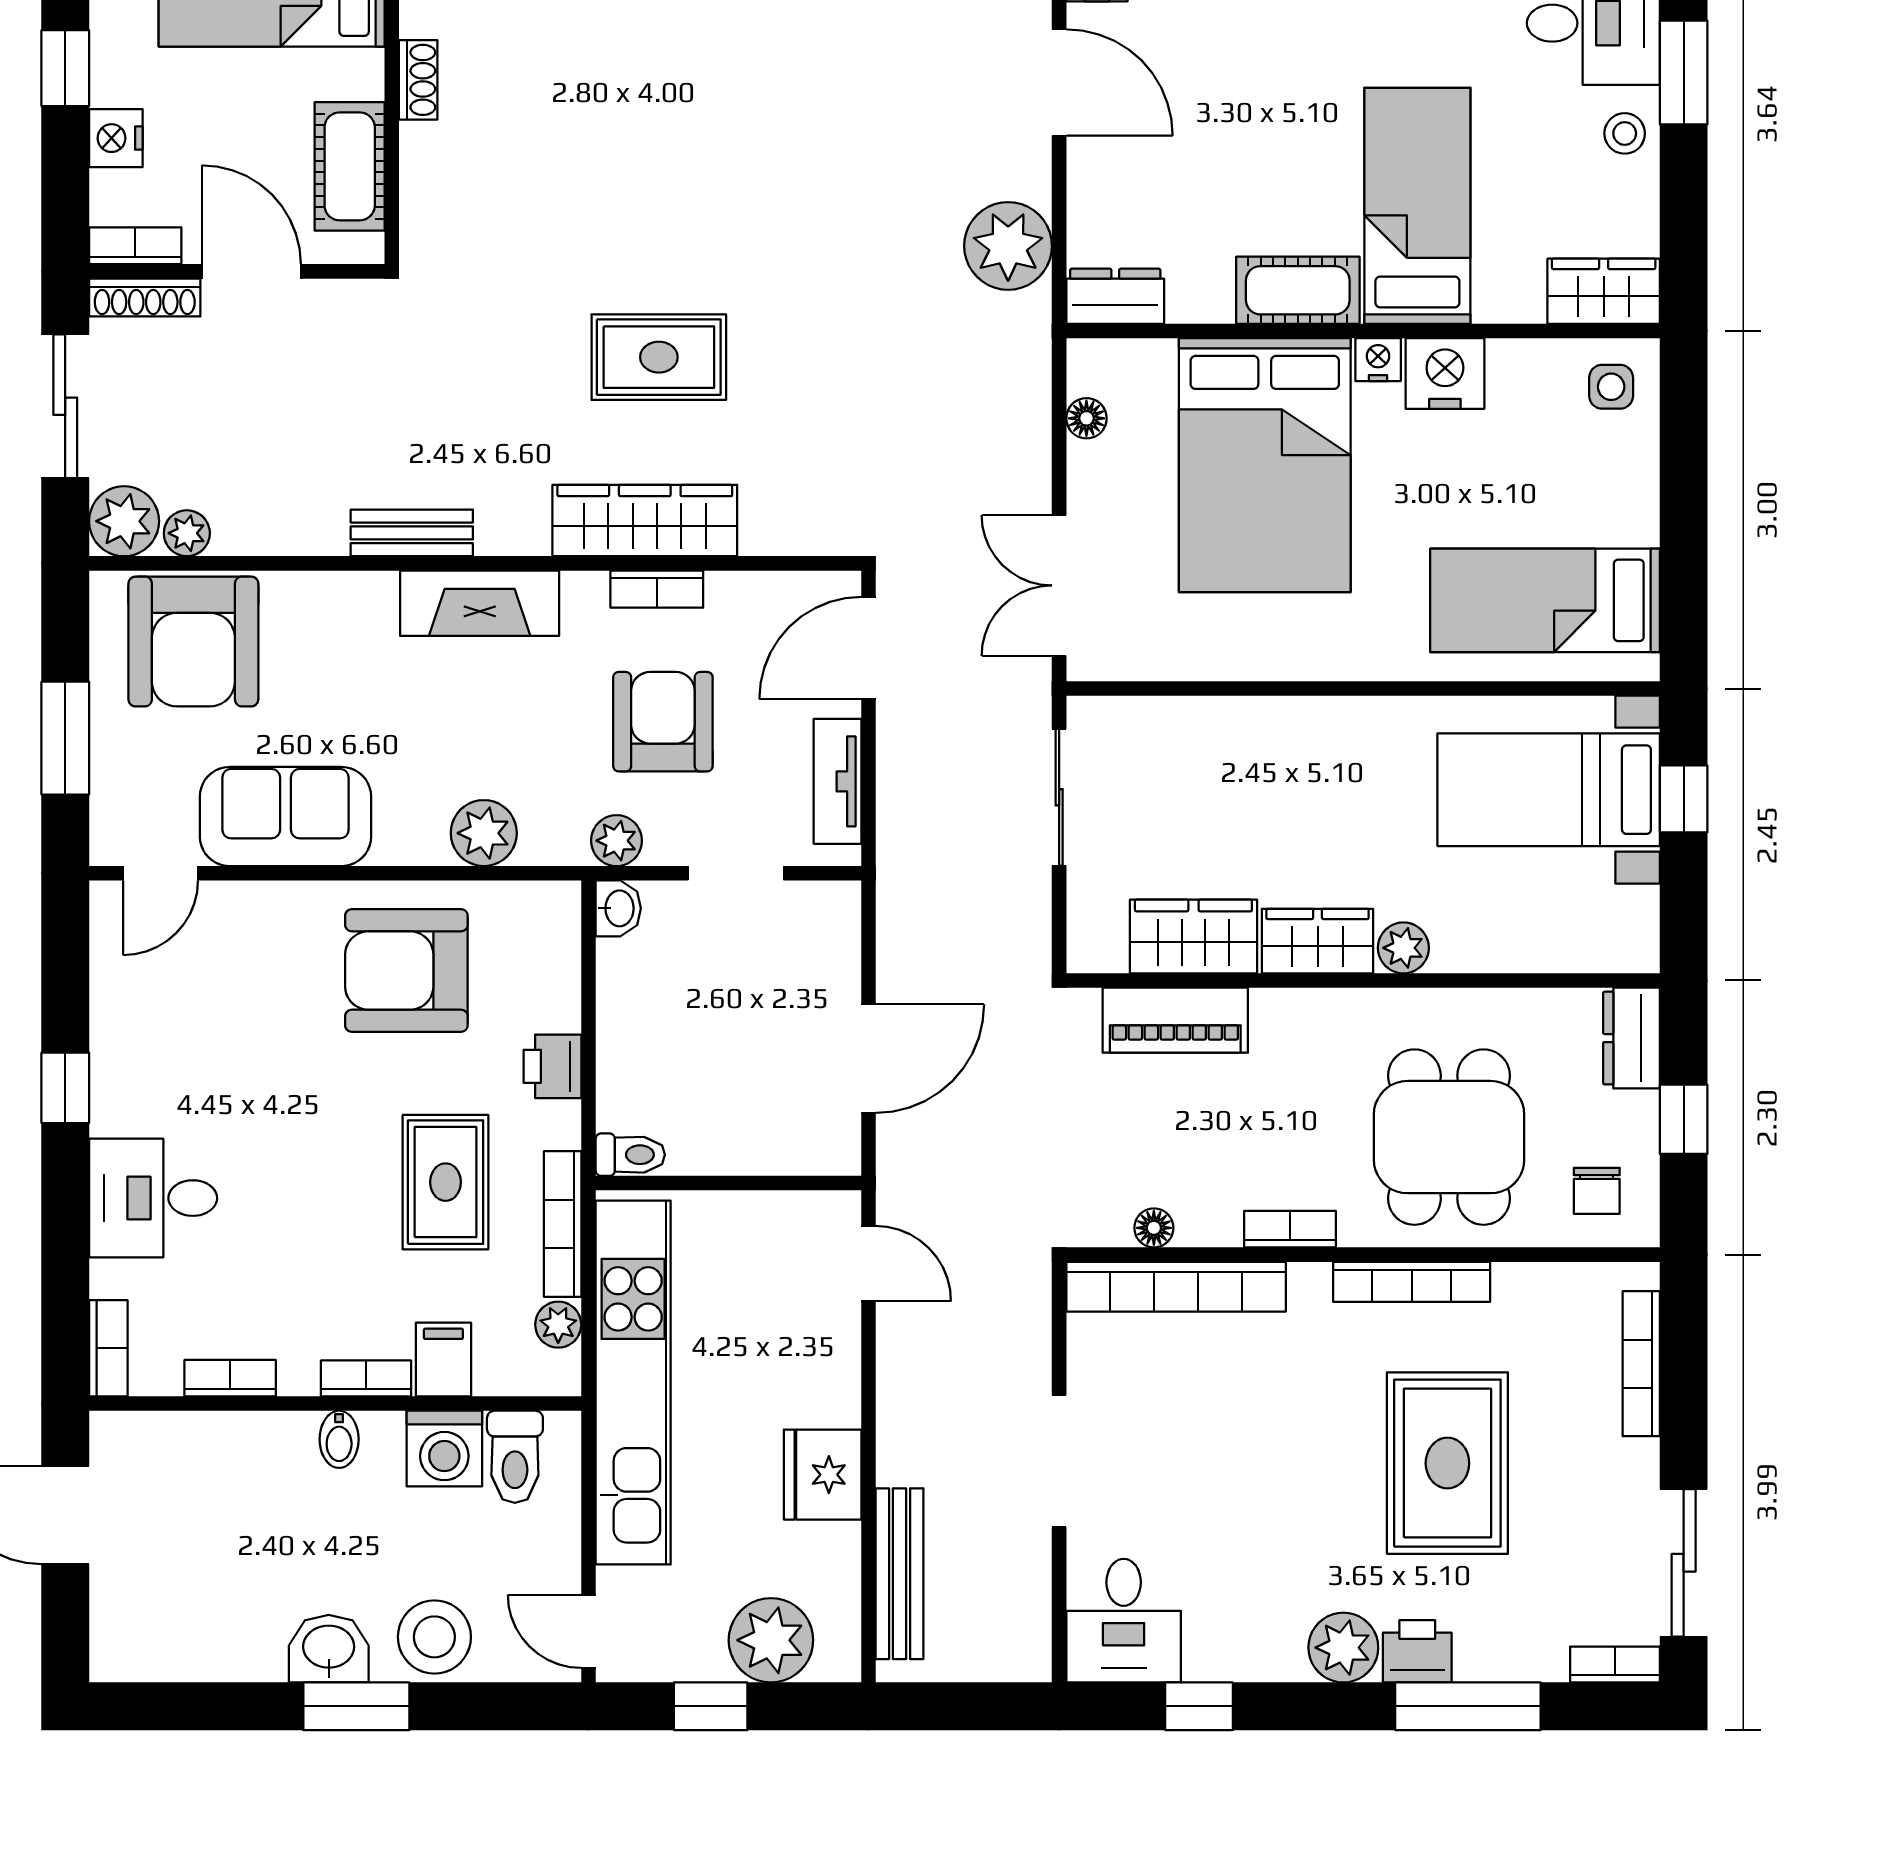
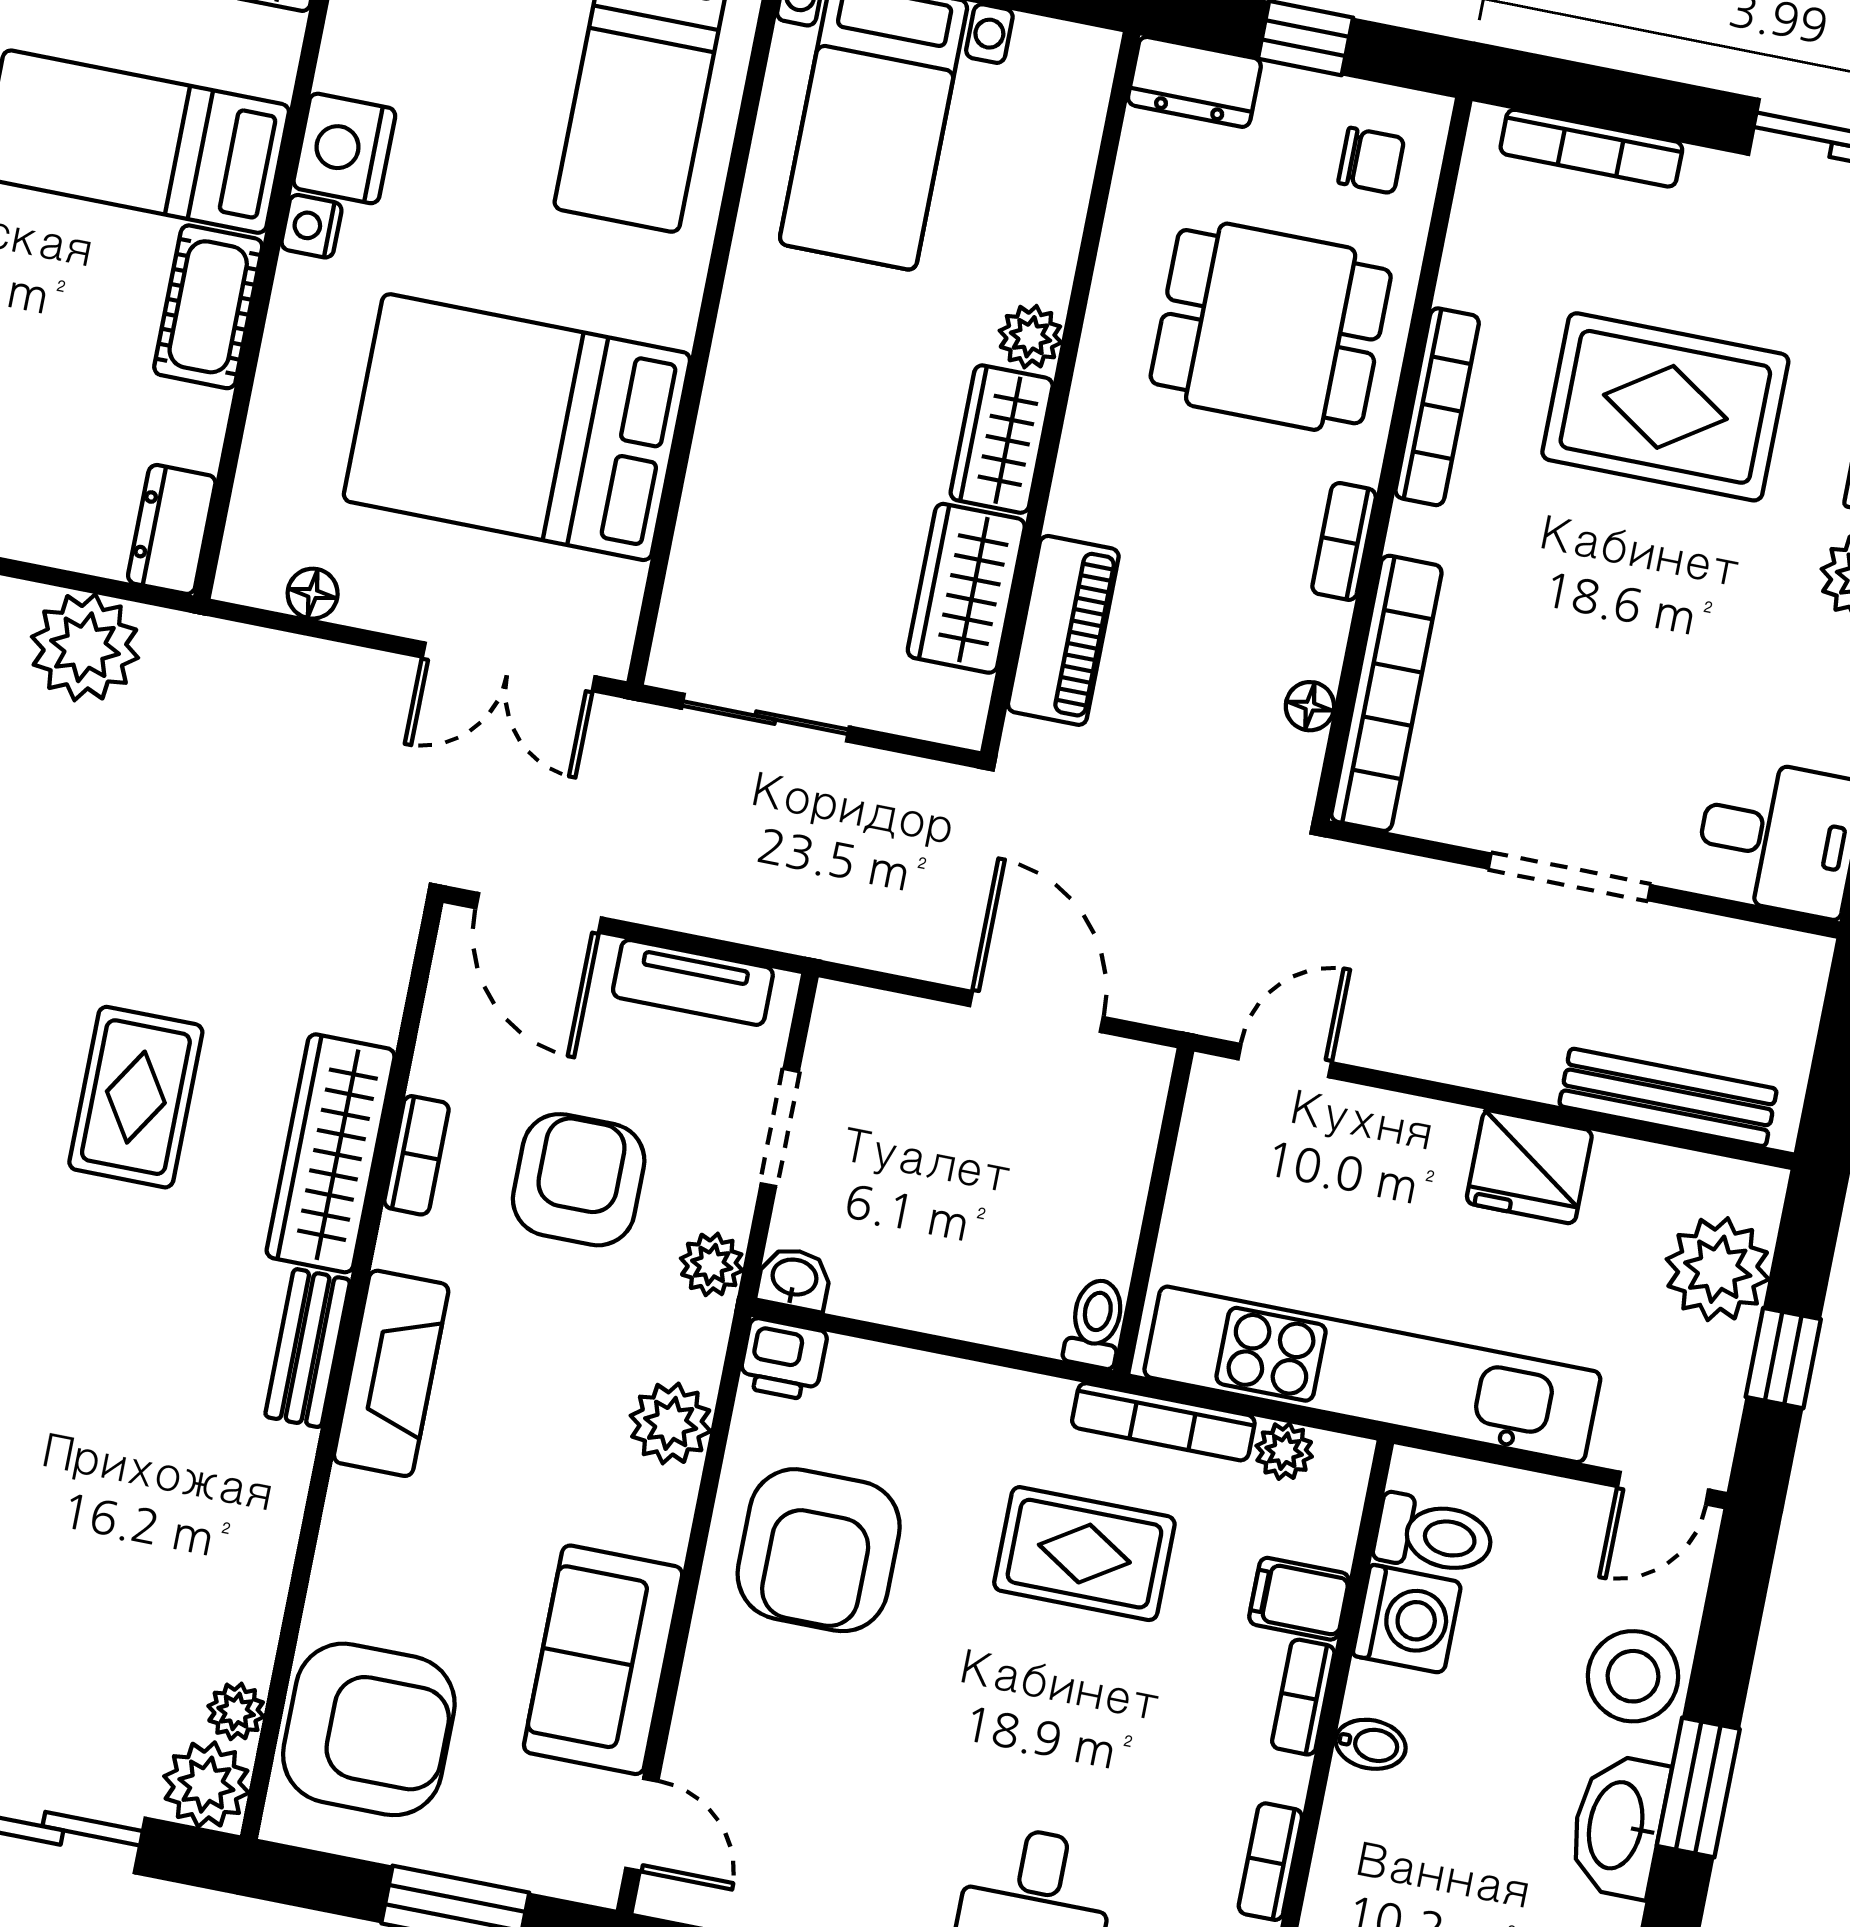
bed: (1265, 465) -> (517, 427), moved, turned 180
bench: (412, 533) -> (308, 1348), moved
armchair: (663, 722) -> (579, 1180), turned 90
printer: (552, 1066) -> (783, 1359), moved
washbasin: (329, 1649) -> (1618, 1826), width x1.38

